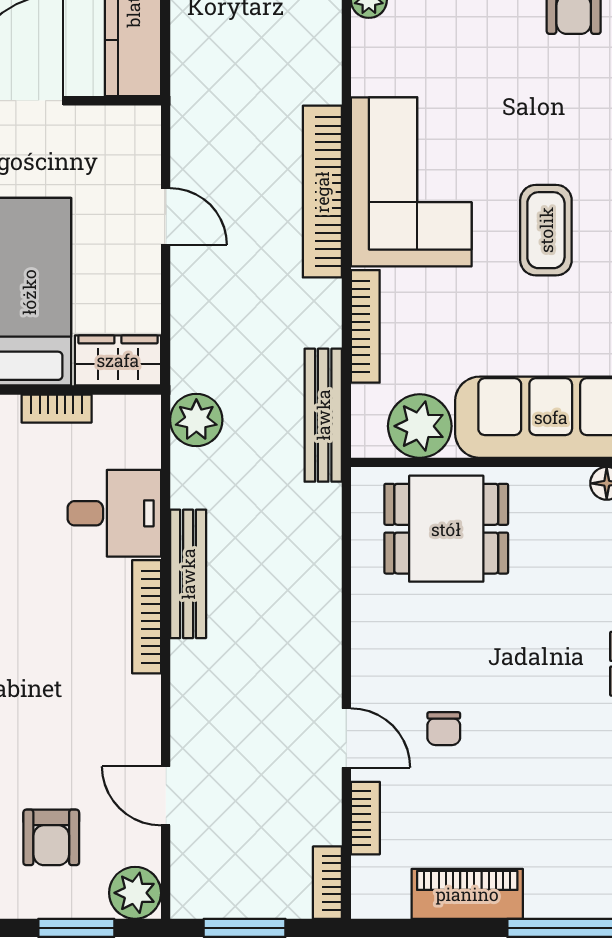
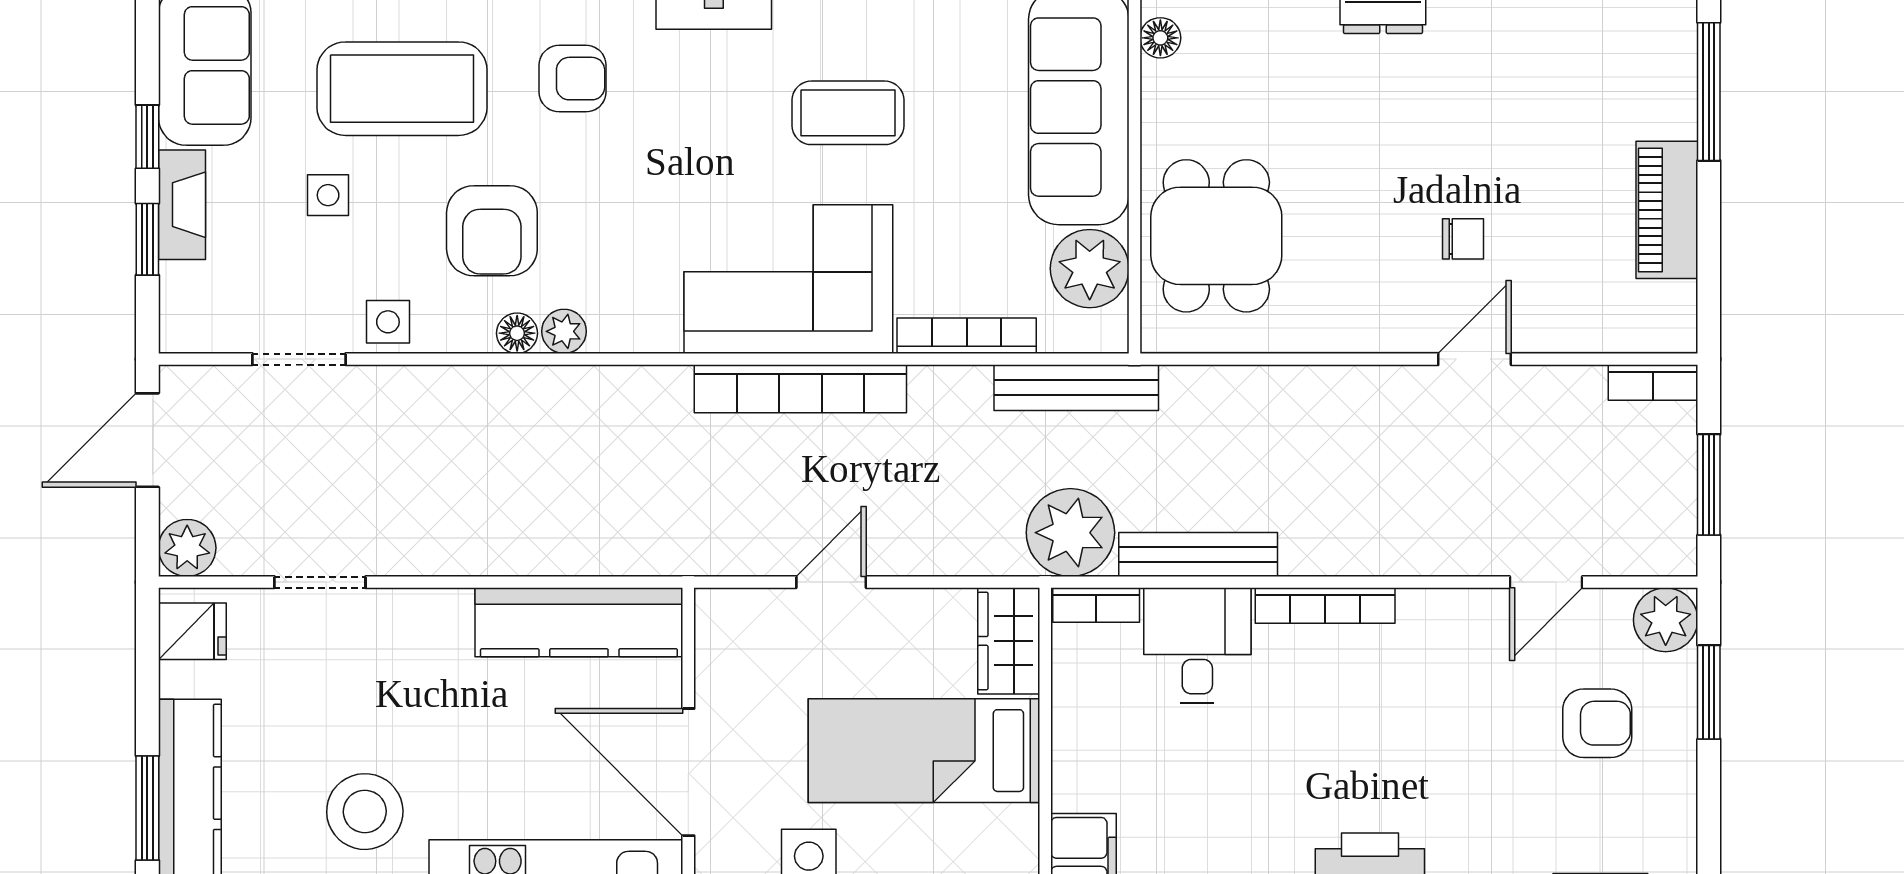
bookcase: (57, 409) -> (1096, 605), moved, turned 90
plant: (196, 420) -> (1070, 533), width x1.36, depth x1.36
bench: (188, 574) -> (1198, 554), moved
bookcase: (365, 818) -> (1573, 336), removed

